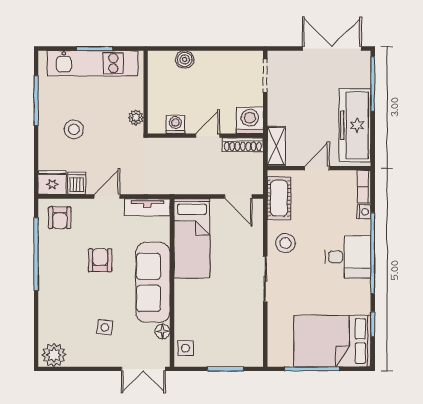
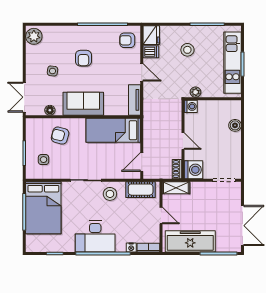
washing machine: (175, 124) -> (191, 106), moved
shoe rack: (243, 145) -> (177, 169), width x0.70
desk: (348, 257) -> (95, 236), width x1.37
armchair: (100, 260) -> (83, 58), moved, turned 90
sofa: (153, 282) -> (83, 104), width x0.73
armchair: (200, 316) -> (60, 136), added
bed: (332, 341) -> (43, 208), moved, turned 180
side table: (185, 348) -> (44, 160), moved

